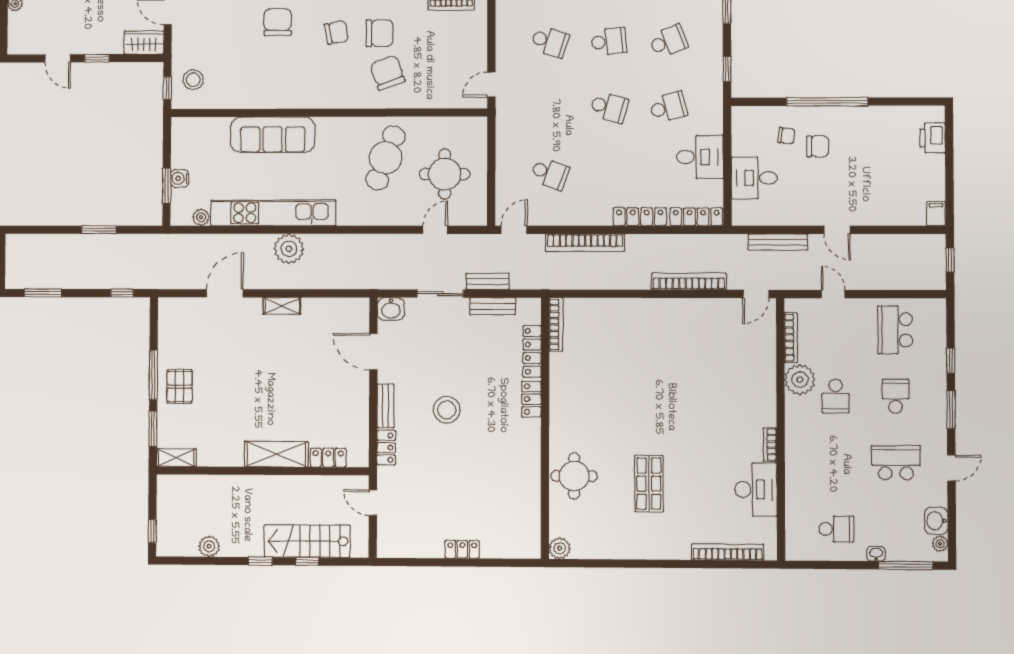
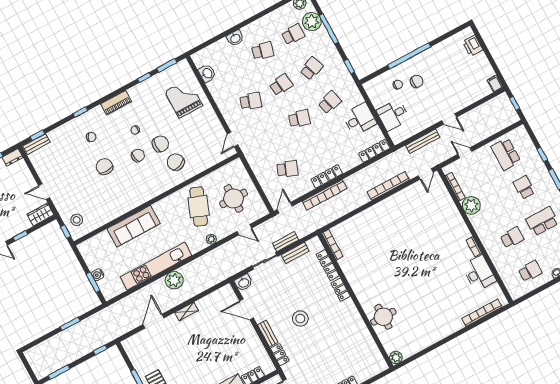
plant: (201, 217) -> (211, 239), moved
locker: (640, 217) -> (327, 176), moved
door: (435, 230) -> (244, 230), swing flipped
school desk: (836, 396) -> (512, 238), moved, turned -90
shop shelf: (649, 484) -> (423, 300), removed

